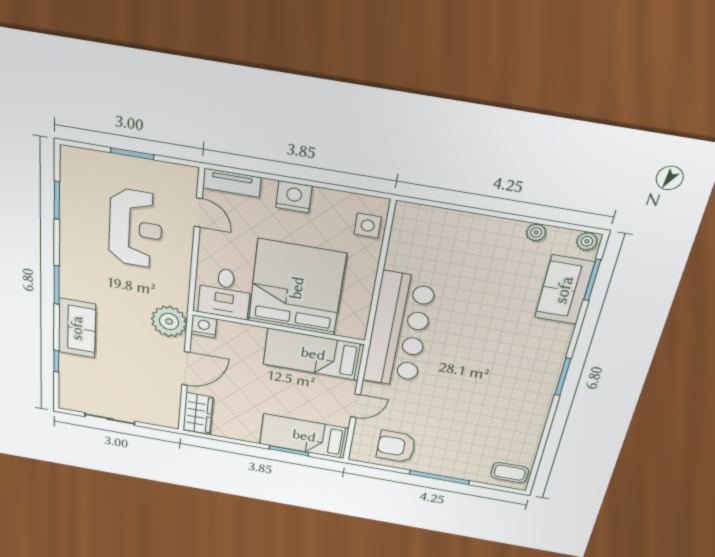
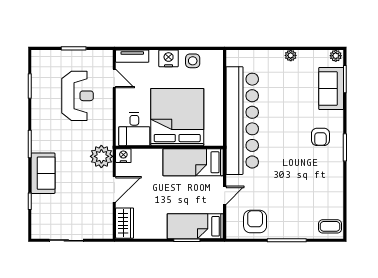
side table: (368, 226) -> (193, 61), moved
plant: (536, 232) -> (291, 55), moved
bar counter: (399, 331) -> (242, 121), width x1.36
armchair: (527, 356) -> (320, 137), added
armchair: (396, 447) -> (255, 222), turned 90

